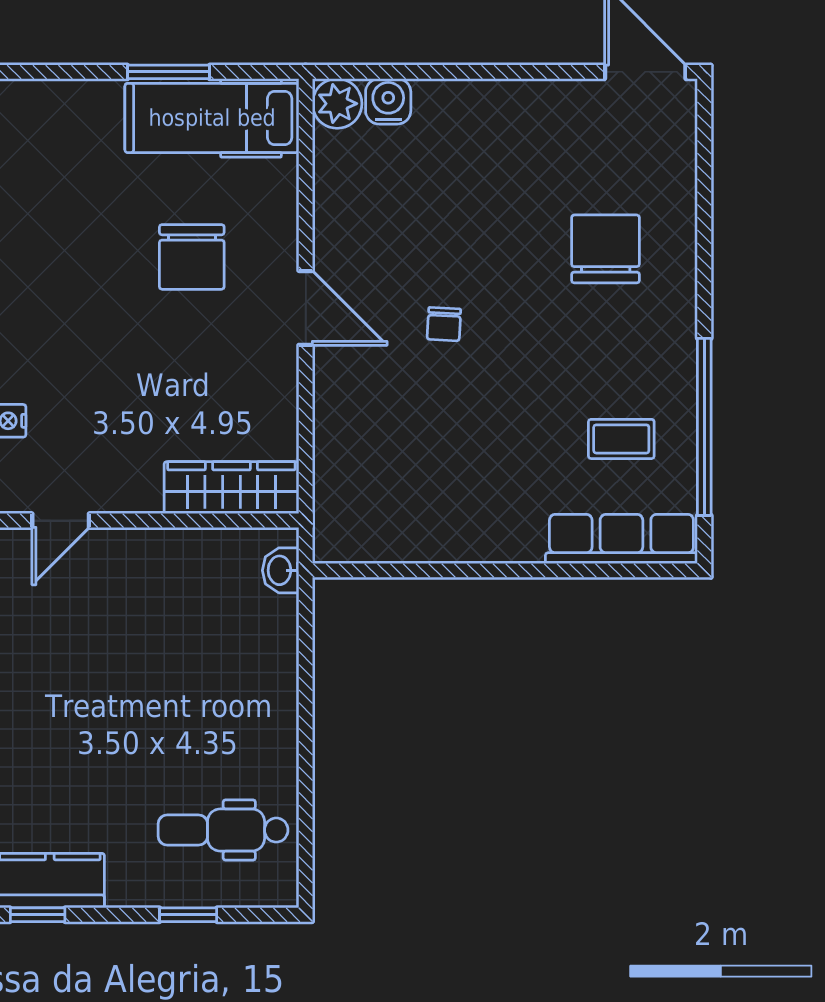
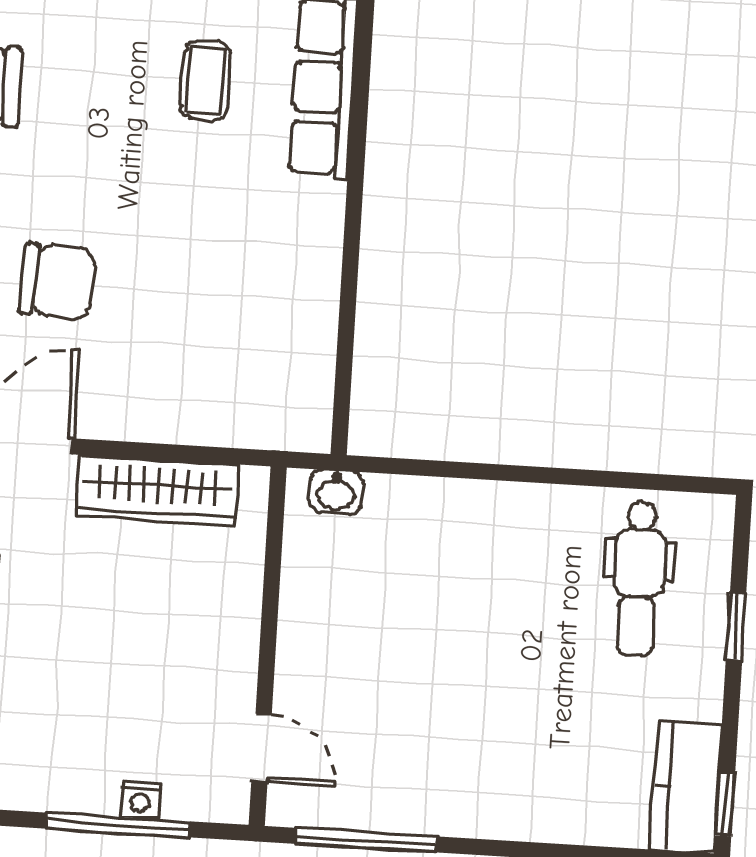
chair: (444, 324) -> (57, 281), width x1.87, depth x1.87
wardrobe: (231, 488) -> (158, 490), moved, turned -90

